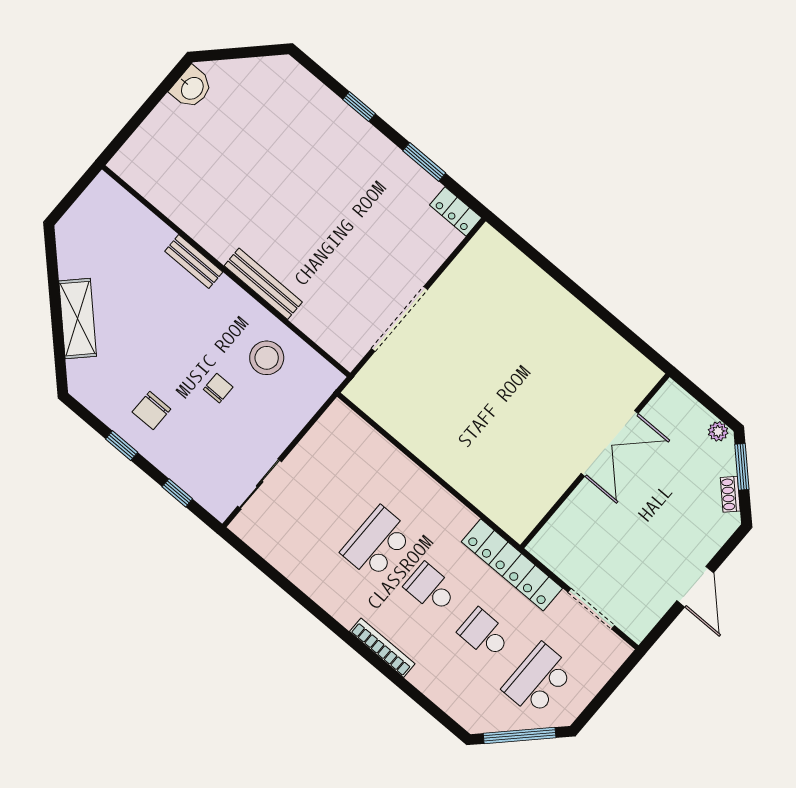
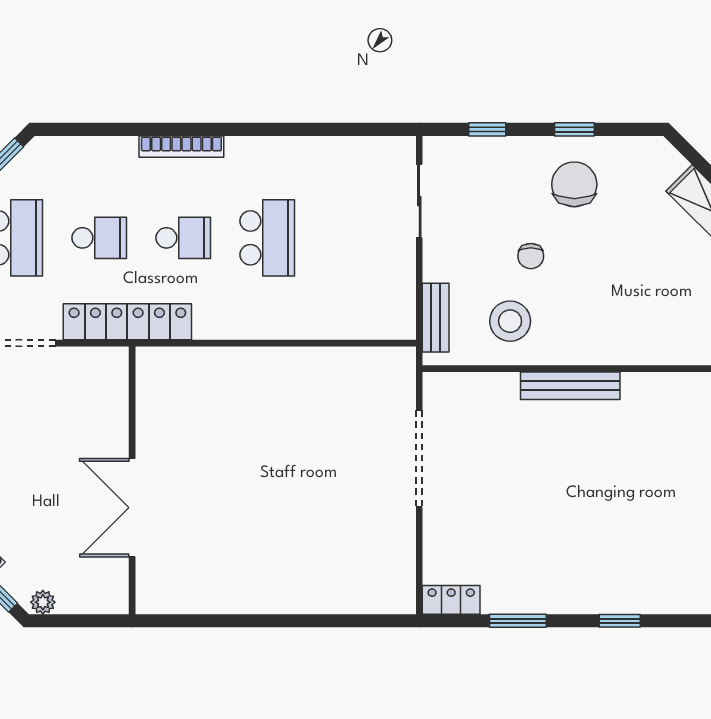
bench: (194, 262) -> (436, 318), moved, turned 90
chair: (151, 410) -> (574, 184), width x1.37, depth x1.37

